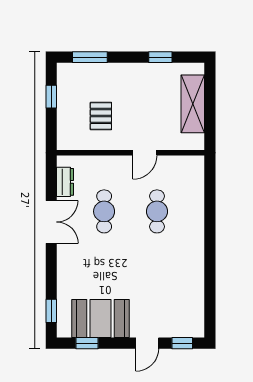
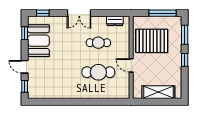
window: (160, 57) -> (185, 60), moved
window: (51, 97) -> (162, 13), width x2.17
pallet: (101, 116) -> (152, 41), width x2.05, depth x2.00
cafe table: (157, 211) -> (98, 72), width x1.37, depth x1.35
double door: (51, 222) -> (79, 13), moved

